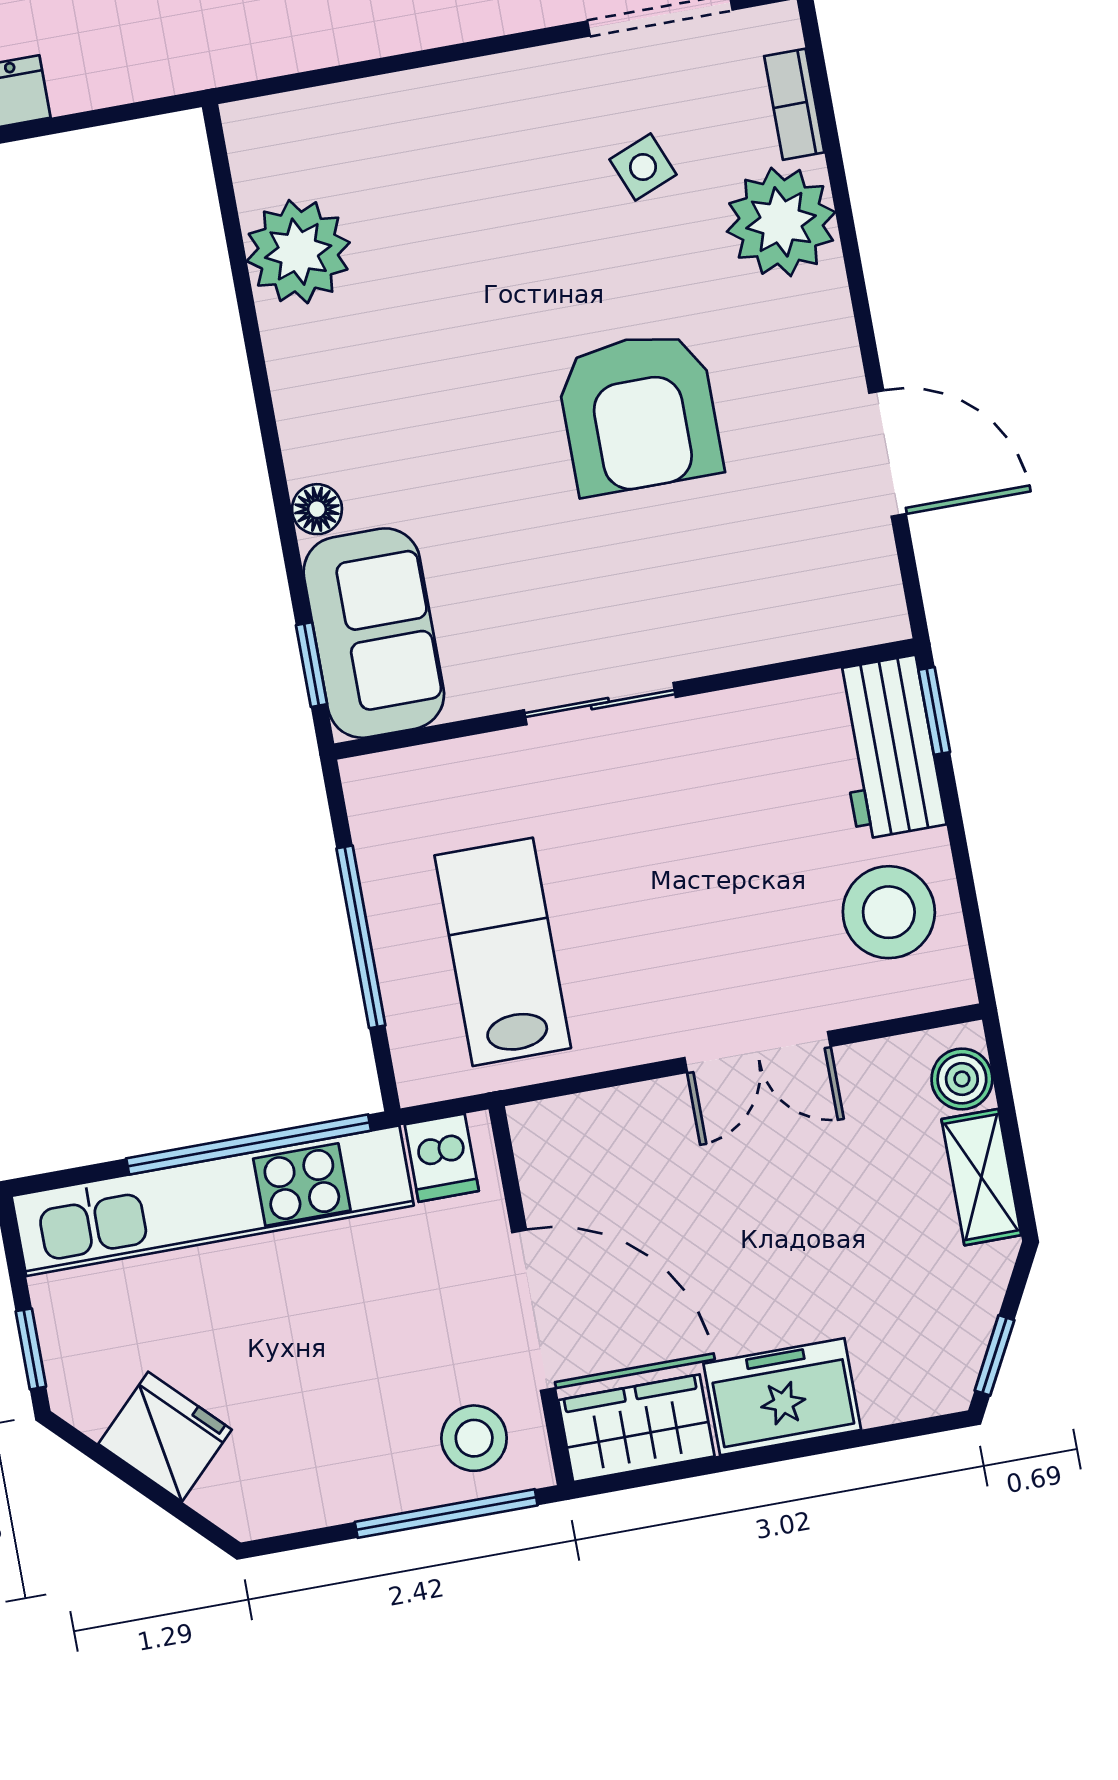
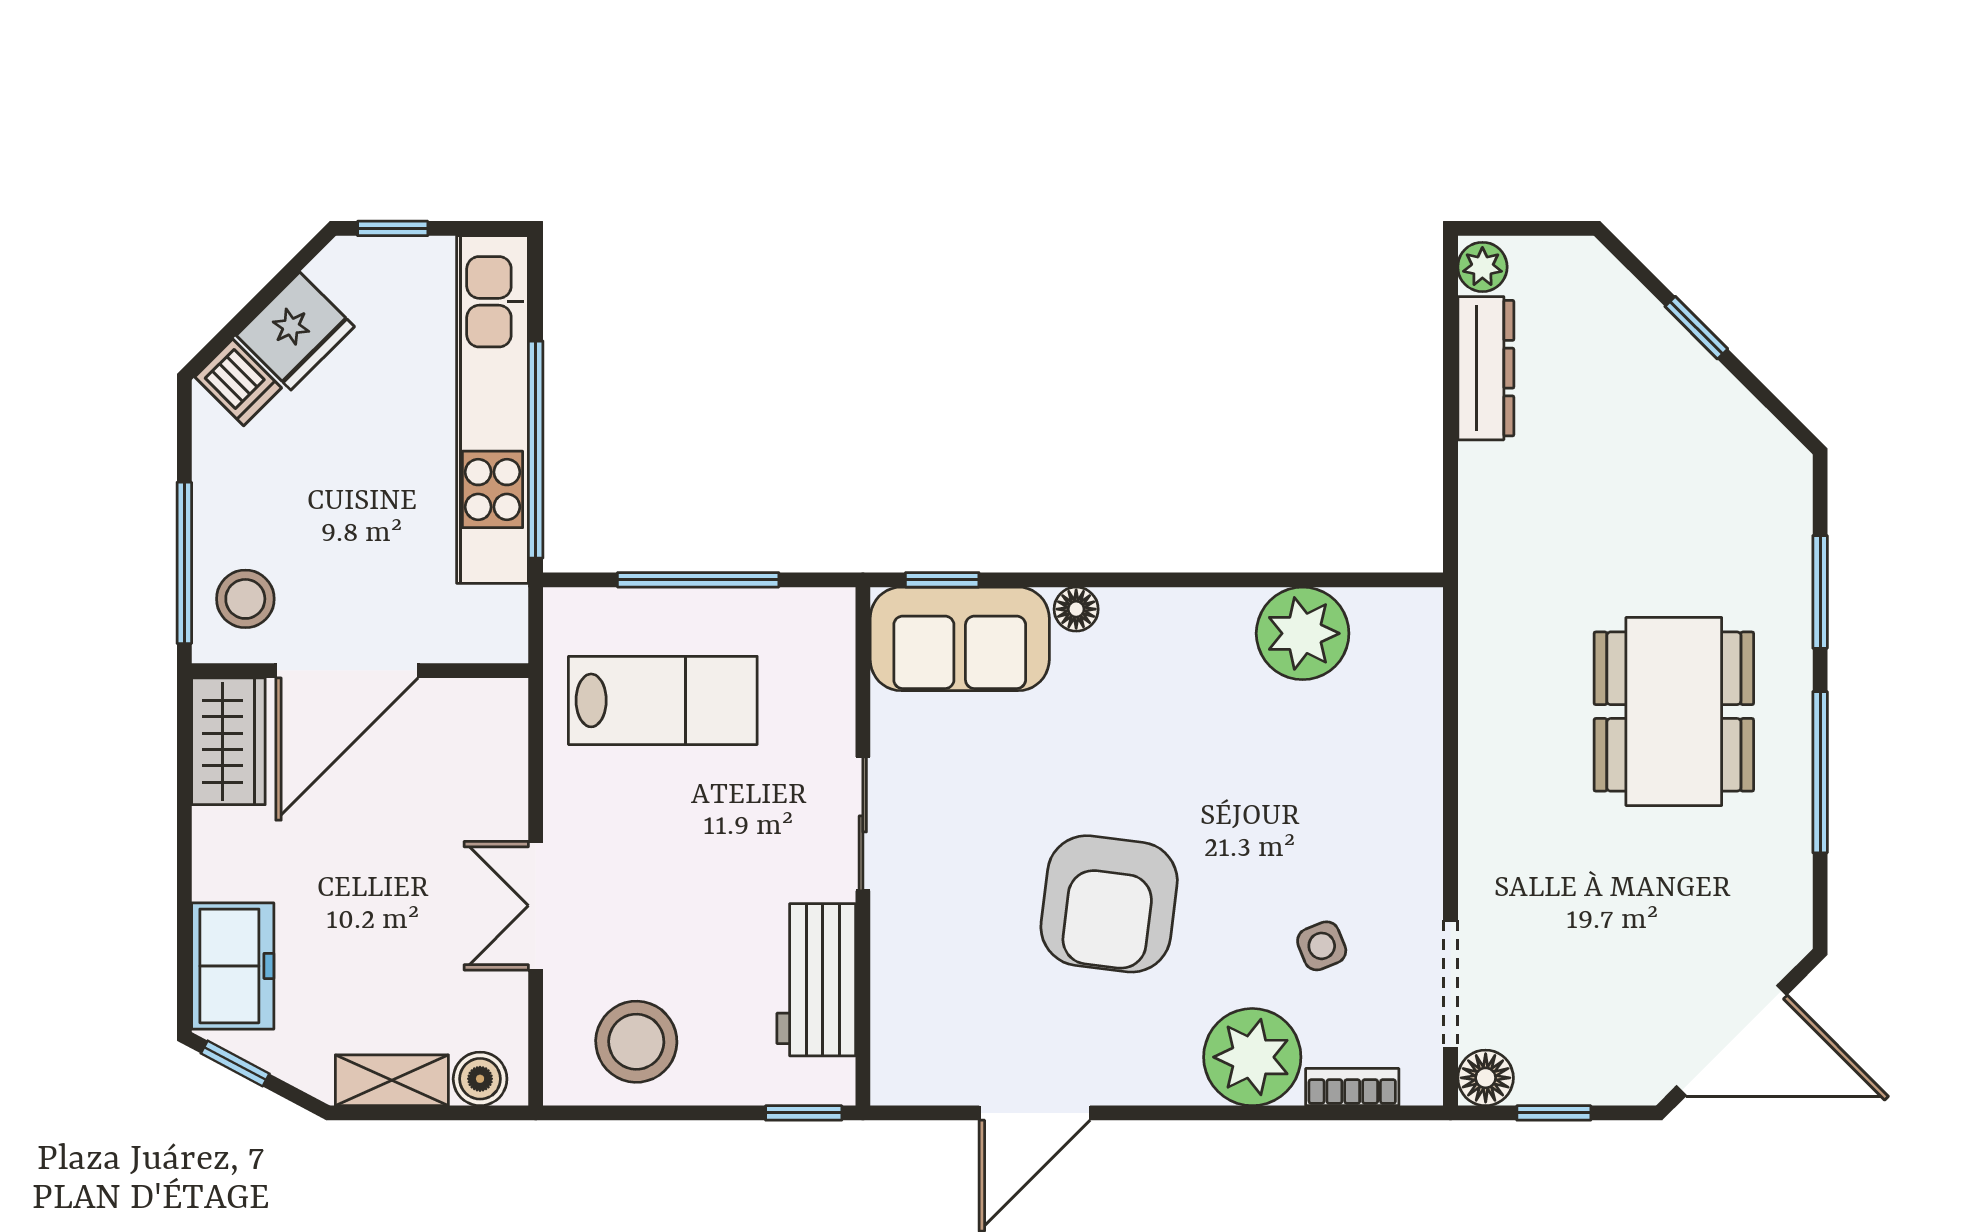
armchair: (639, 413) -> (1109, 904), turned -83
workbench: (887, 747) -> (816, 980), moved, turned -90
dishwasher: (442, 1158) -> (238, 382), moved, turned -135
freezer: (782, 1397) -> (233, 966), moved

